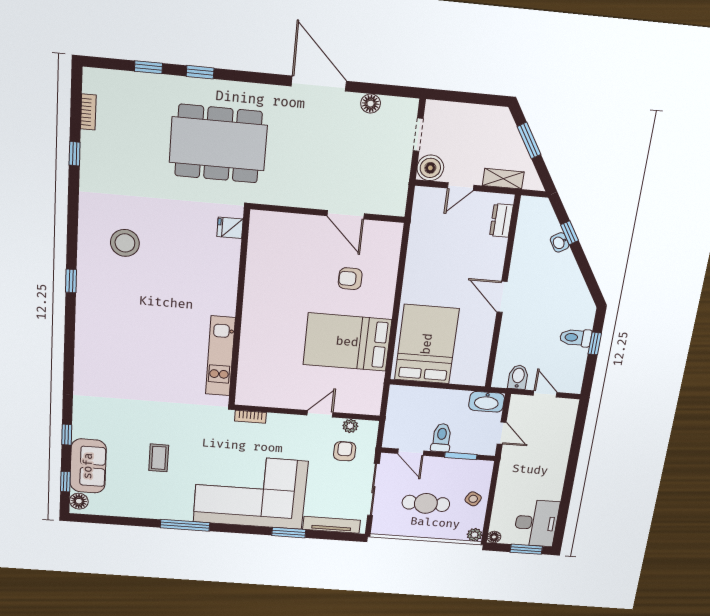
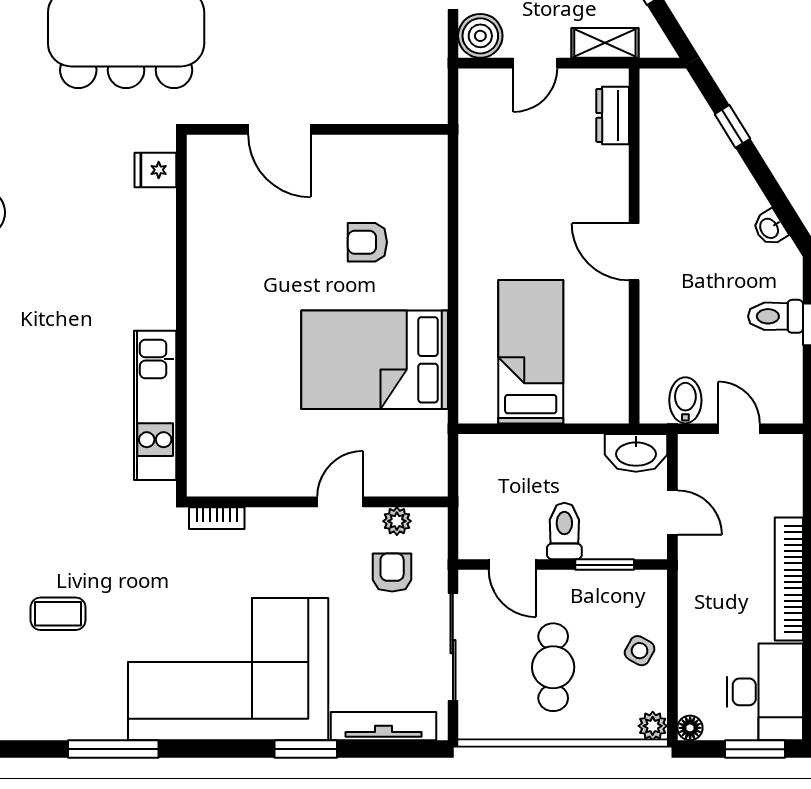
door: (346, 215) -> (279, 129), moved
washbasin: (560, 242) -> (770, 228), moved
bed: (427, 344) -> (531, 352), width x0.67
coffee table: (159, 458) -> (58, 614), turned 90
bookcase: (559, 470) -> (789, 579), added
cafe table: (426, 503) -> (553, 667), turned 90

